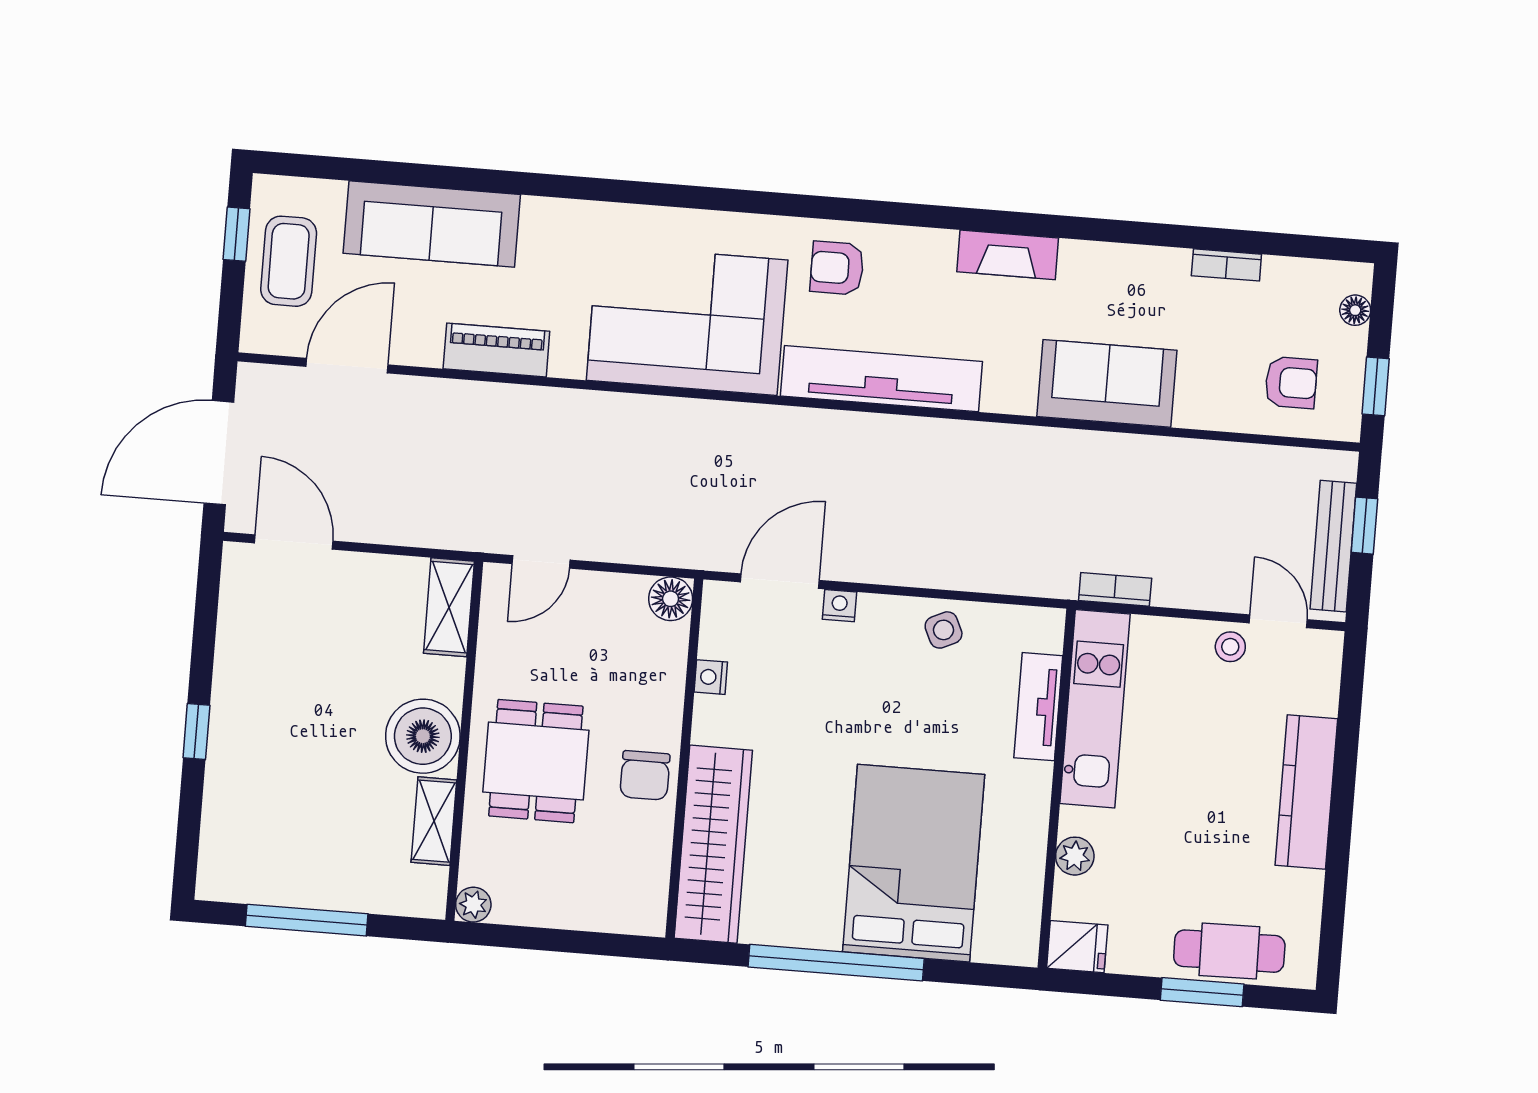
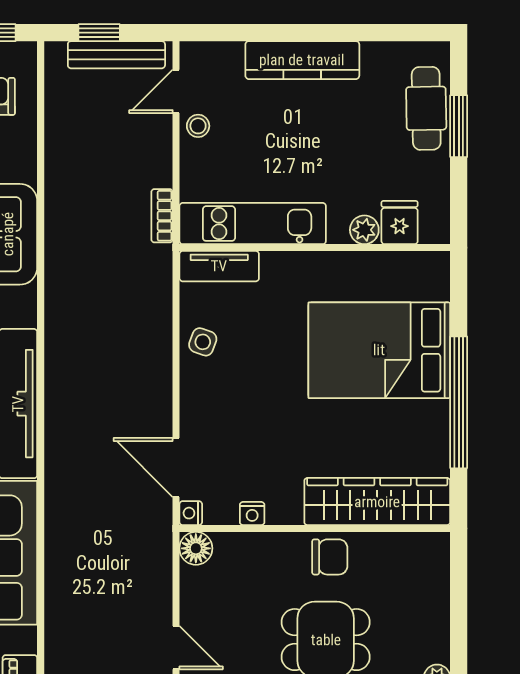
nightstand: (840, 606) -> (191, 513), moved
side table: (944, 630) -> (203, 342), turned 45
tv unit: (1038, 707) -> (219, 266), moved
fridge: (1077, 947) -> (400, 223), moved

